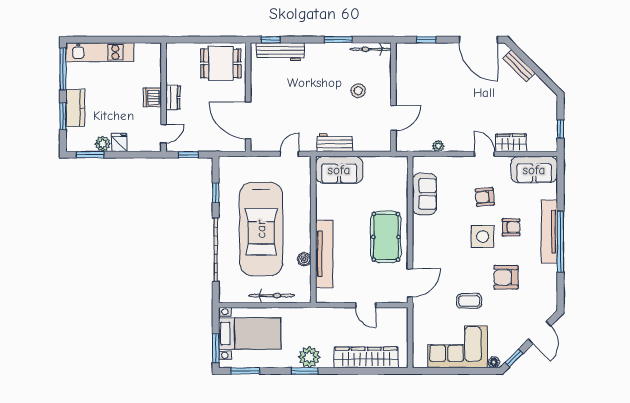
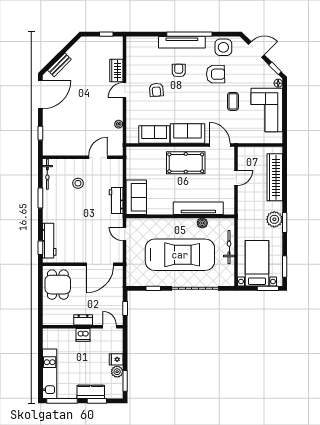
door: (393, 118) -> (98, 157), hinge flipped
sofa: (534, 170) -> (188, 133), moved, turned -90
side table: (483, 236) -> (223, 47), moved
armchair: (506, 277) -> (216, 74), turned -91

